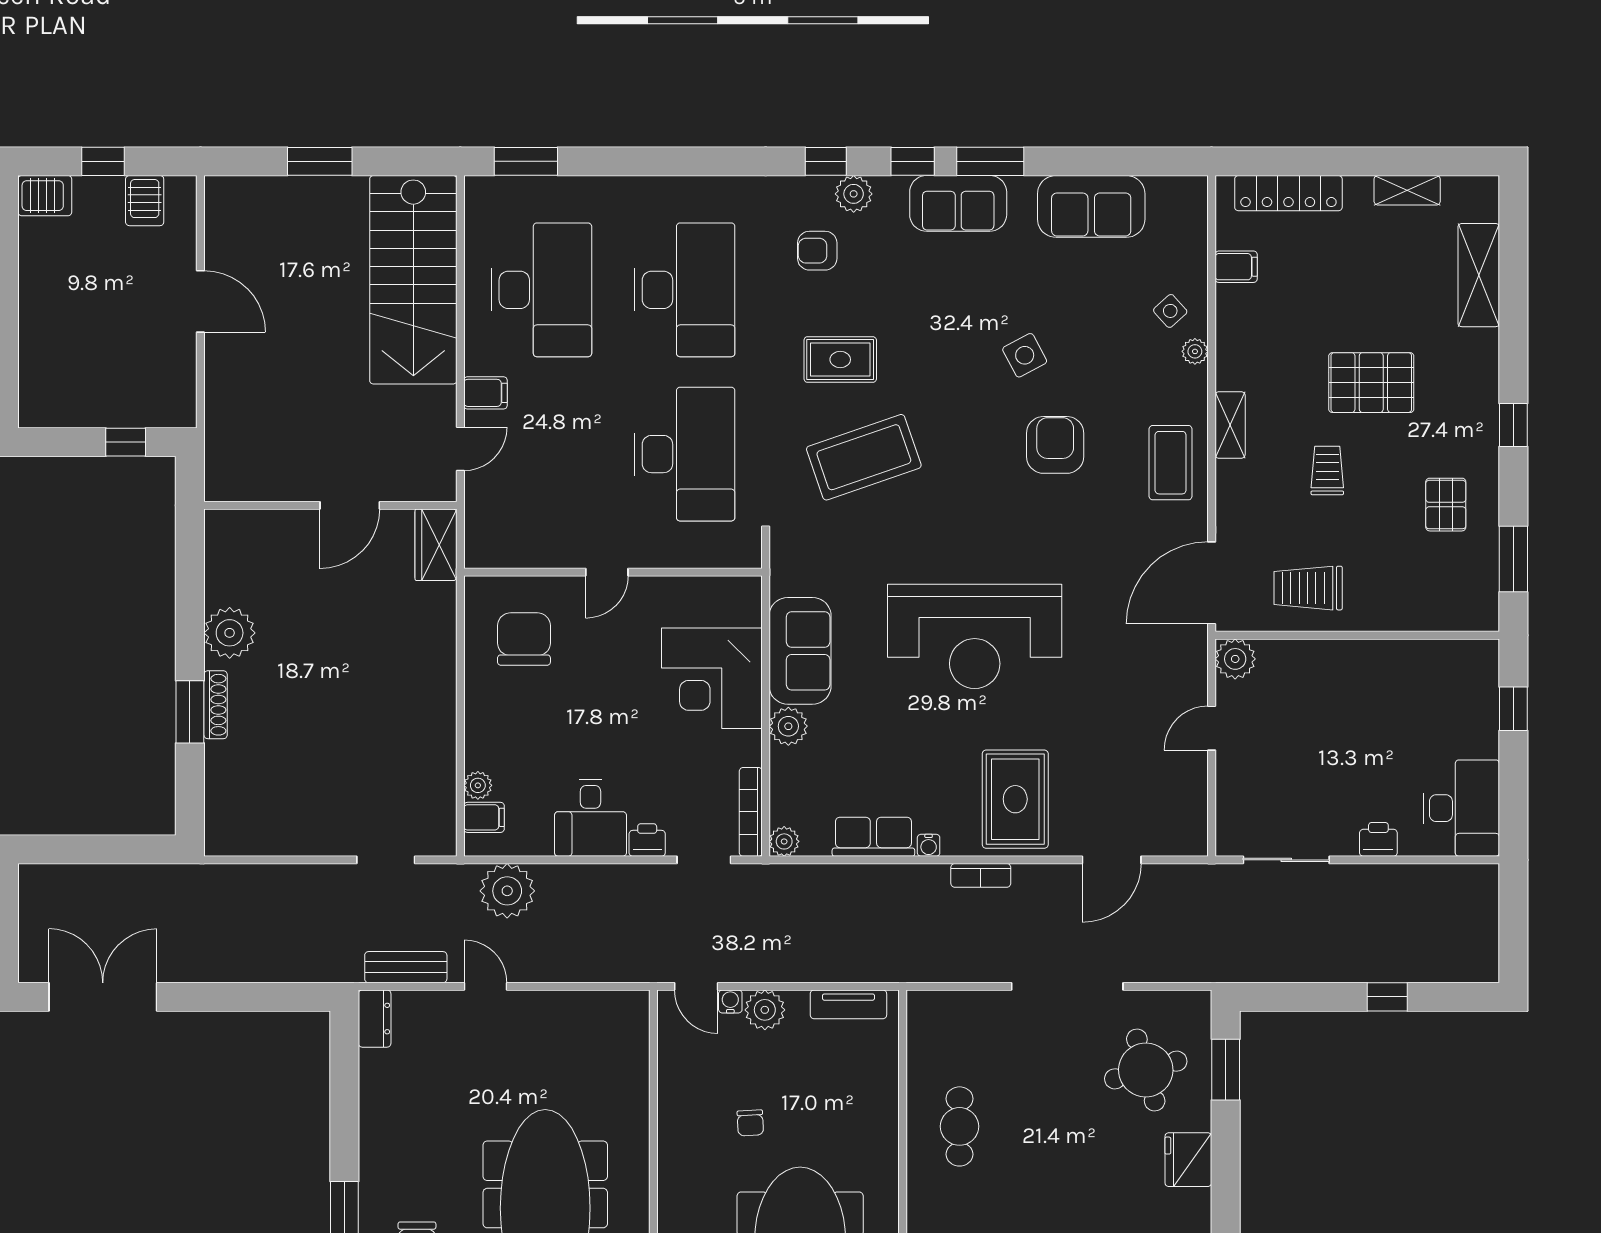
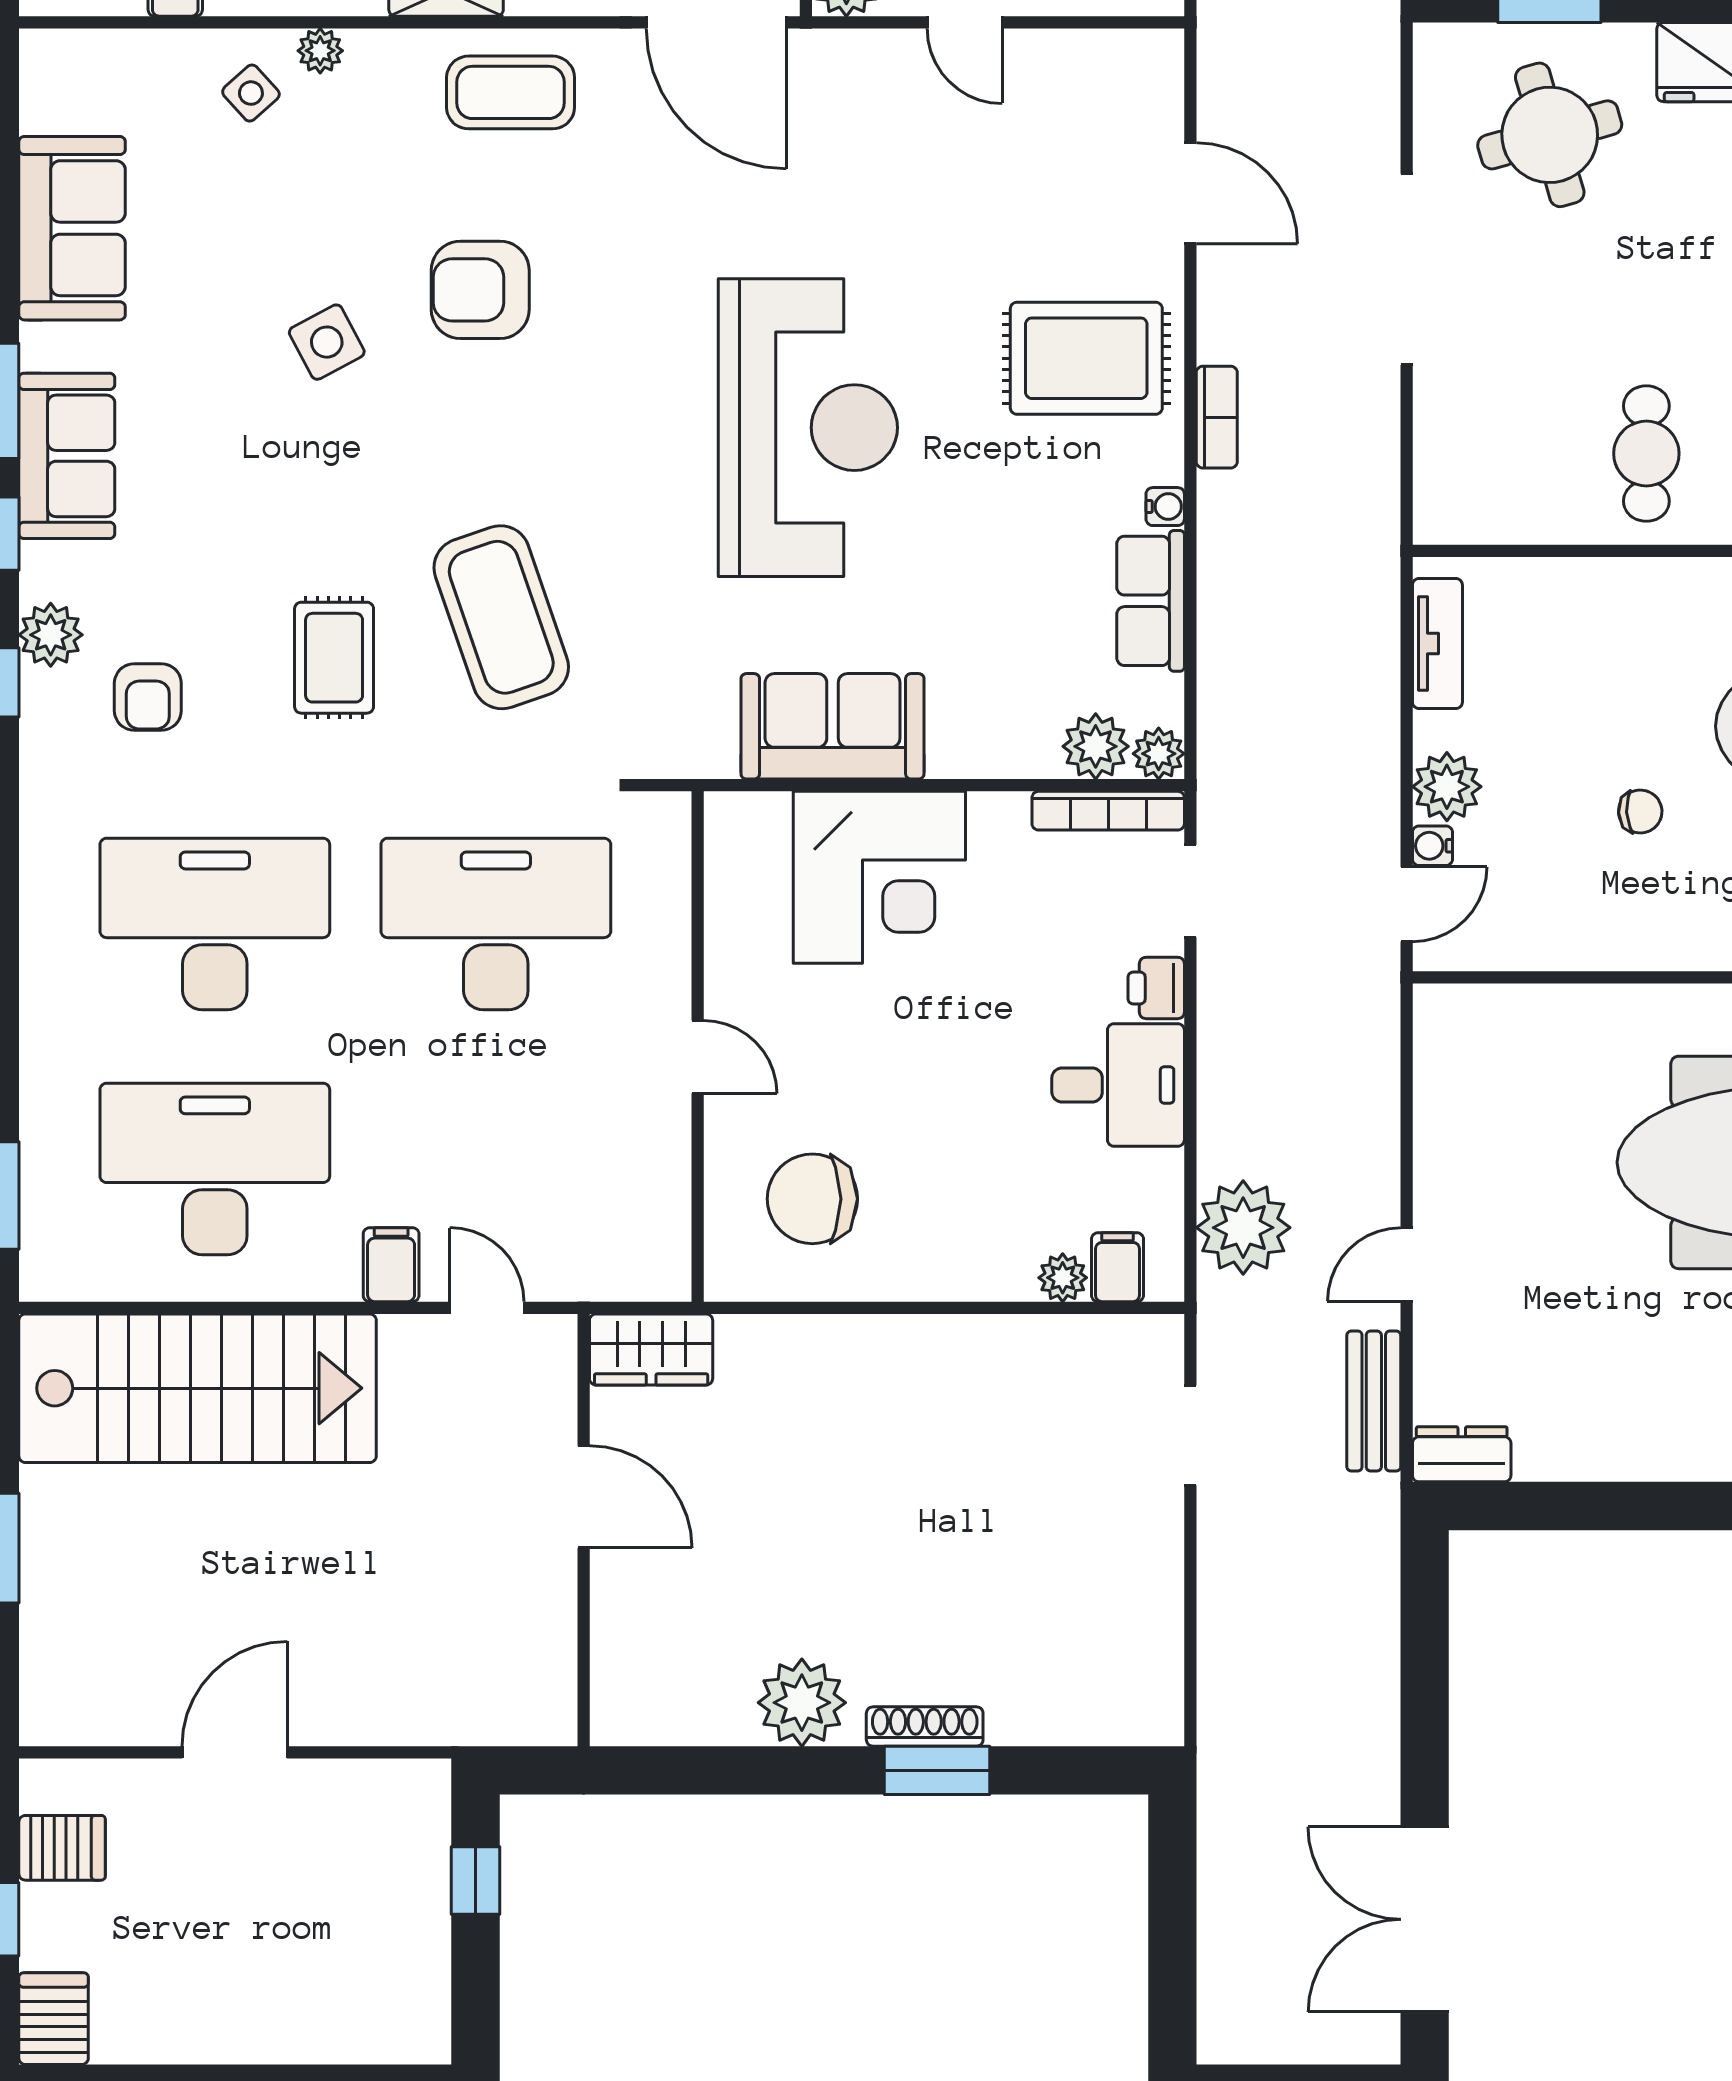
plant: (788, 726) -> (1096, 746), moved
cafe table: (960, 1126) -> (1646, 454), turned 90

